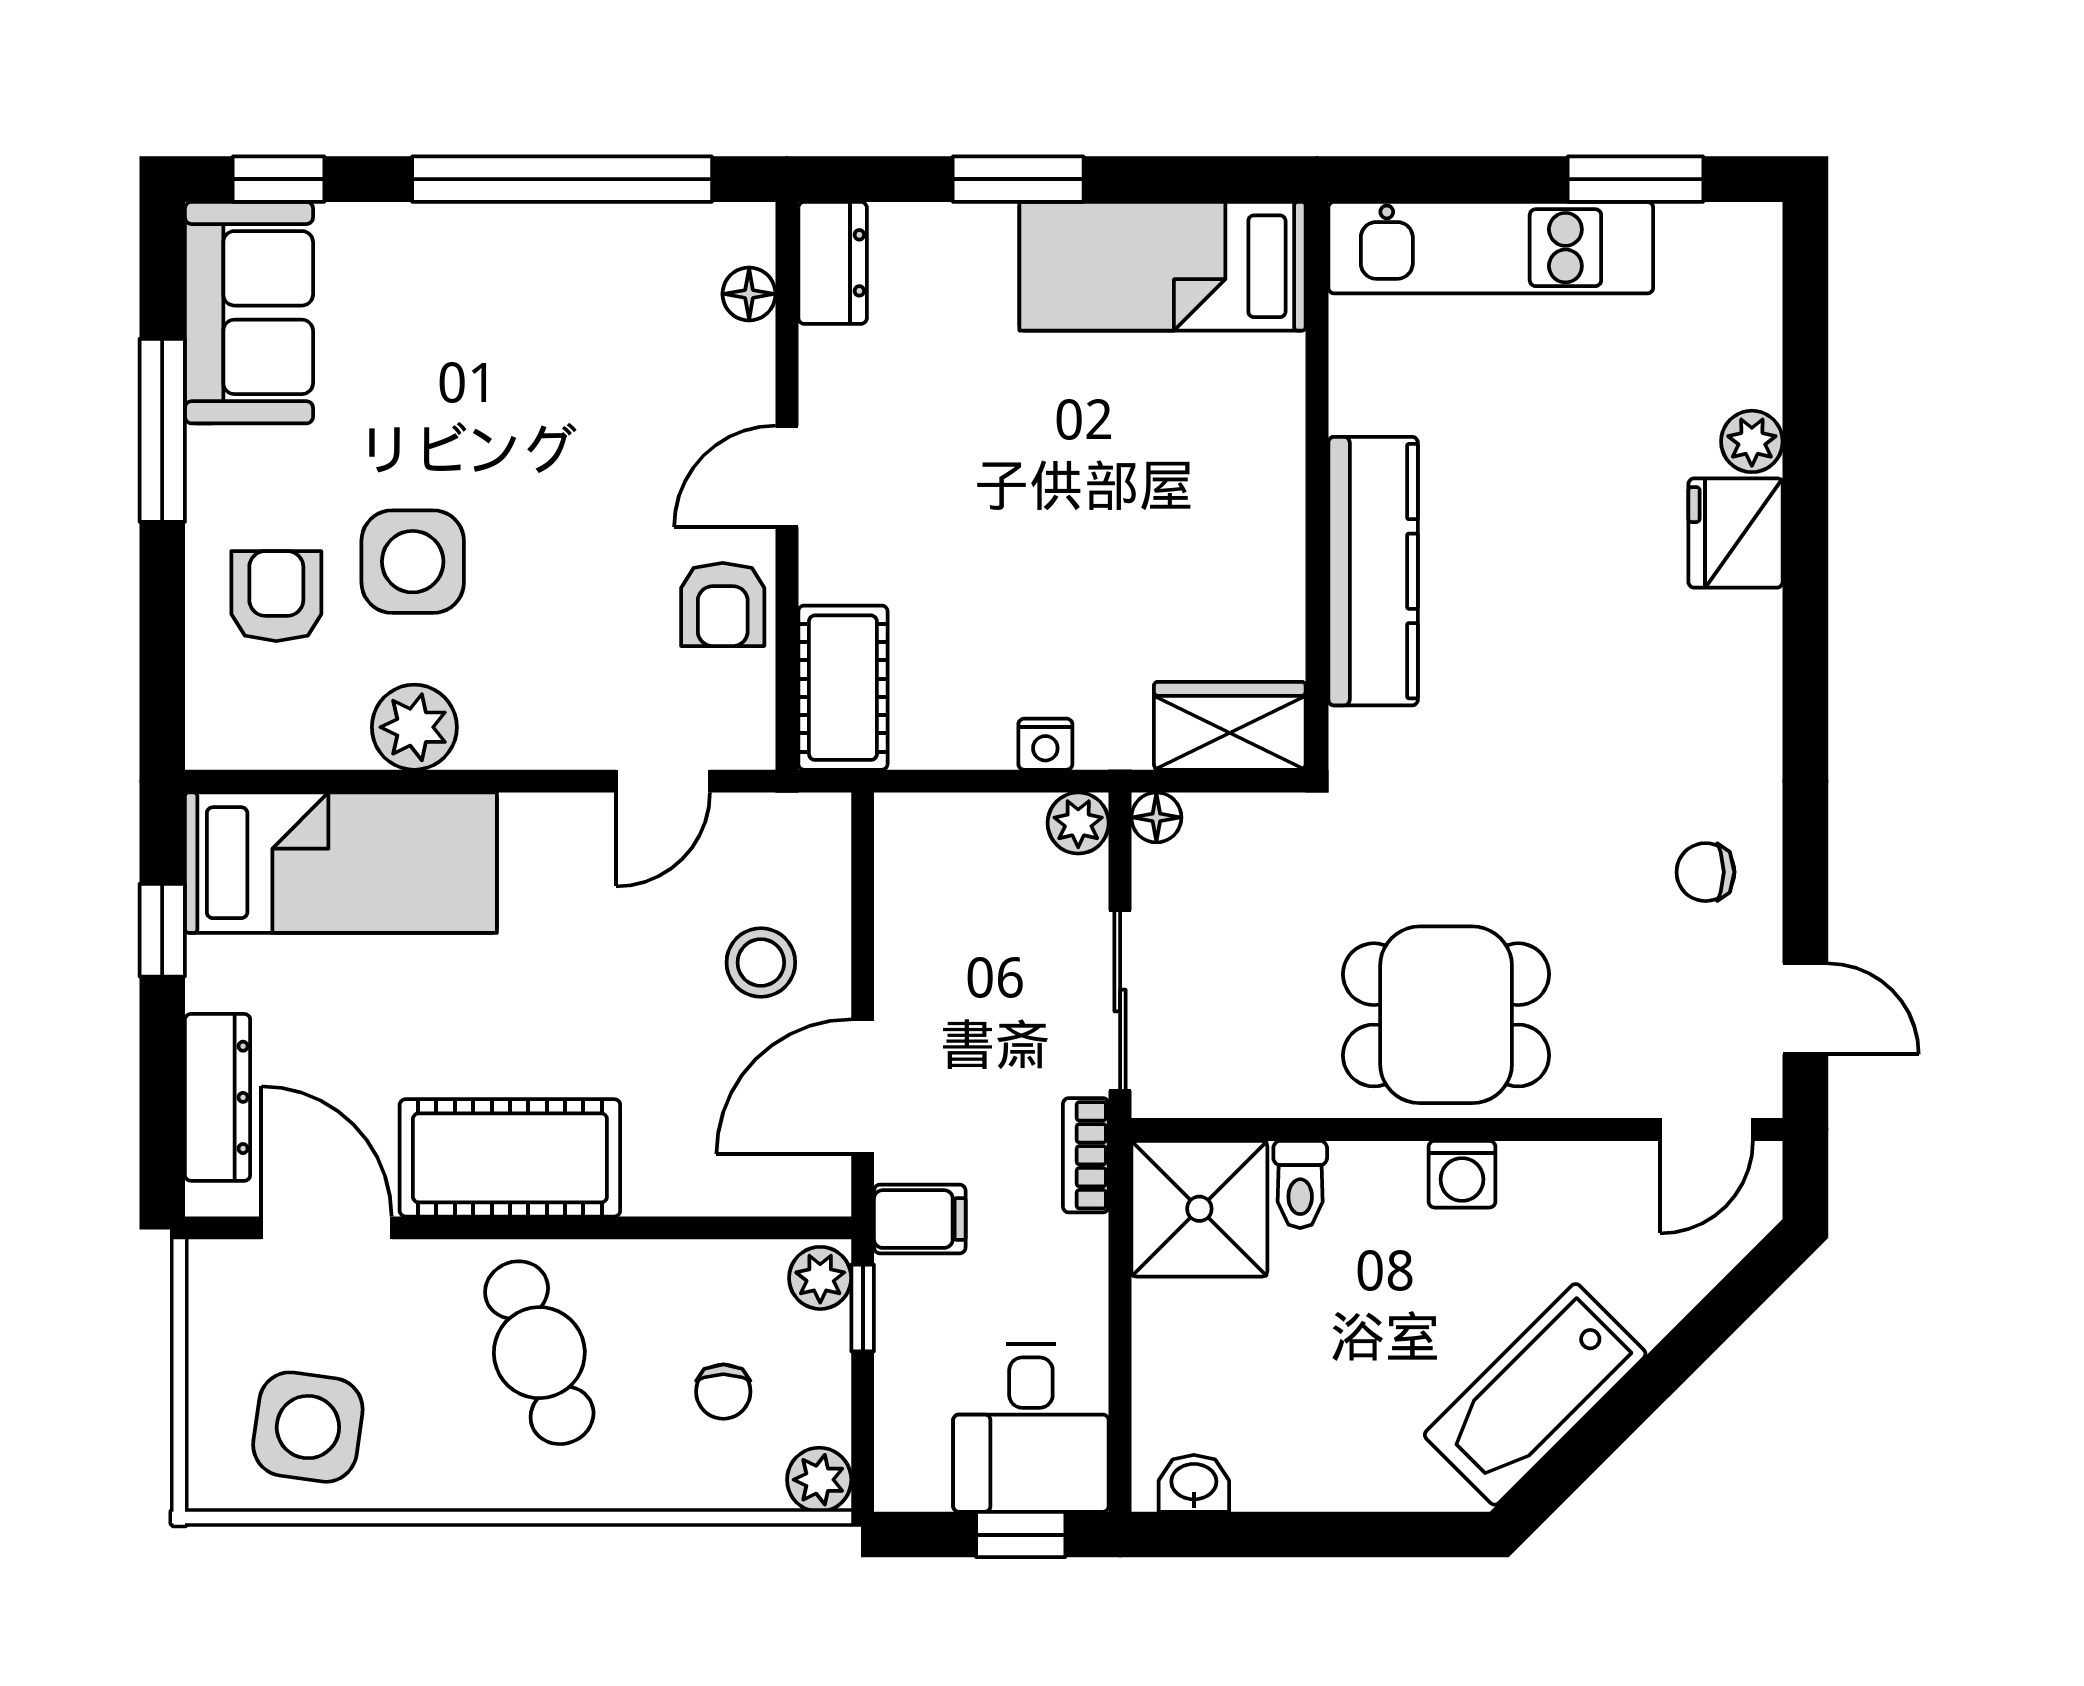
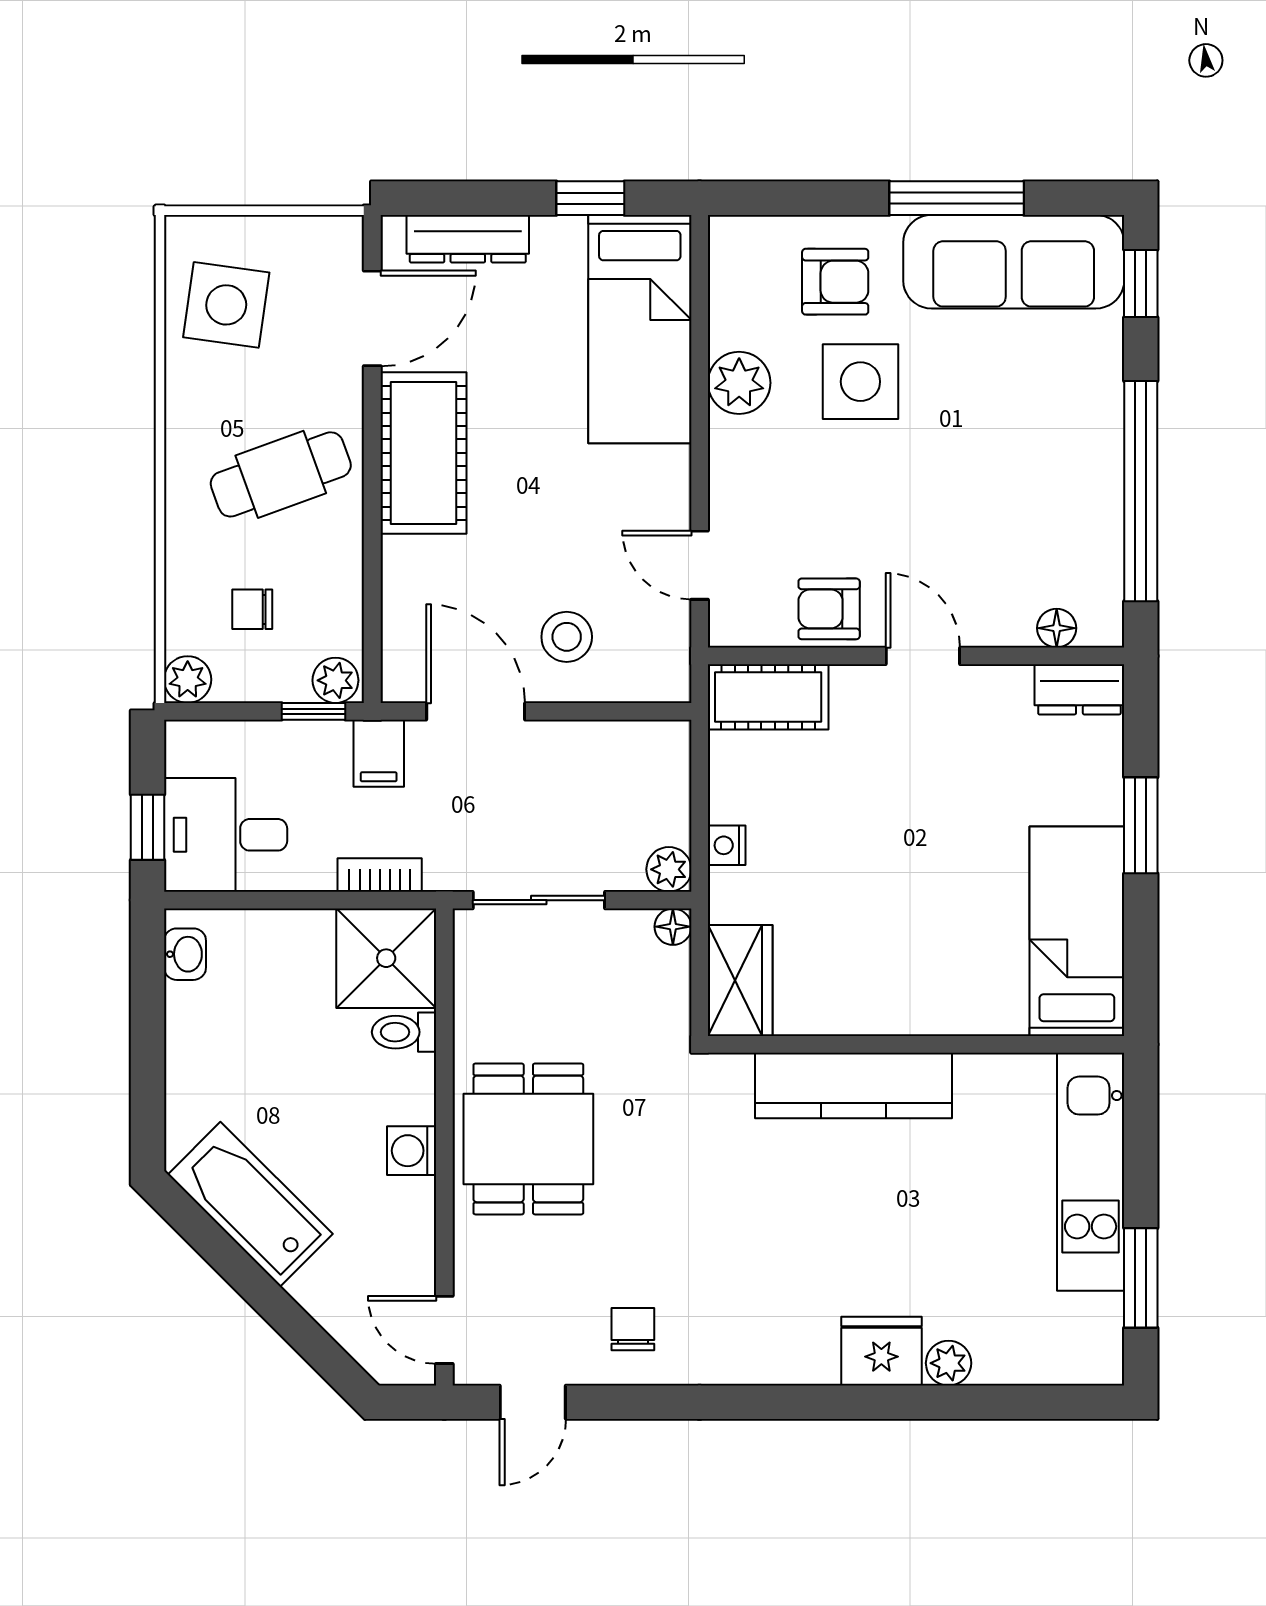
sofa: (249, 313) -> (1014, 262), width x1.36
bookcase: (1086, 1155) -> (380, 875), moved

